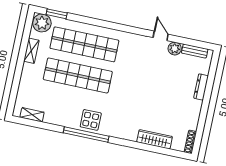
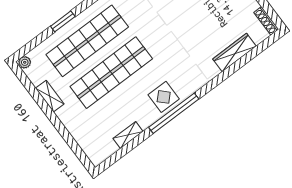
window: (57, 14) -> (63, 21), moved
plant: (42, 23) -> (25, 62), width x0.53, depth x0.53
shelving: (32, 115) -> (128, 135), moved

